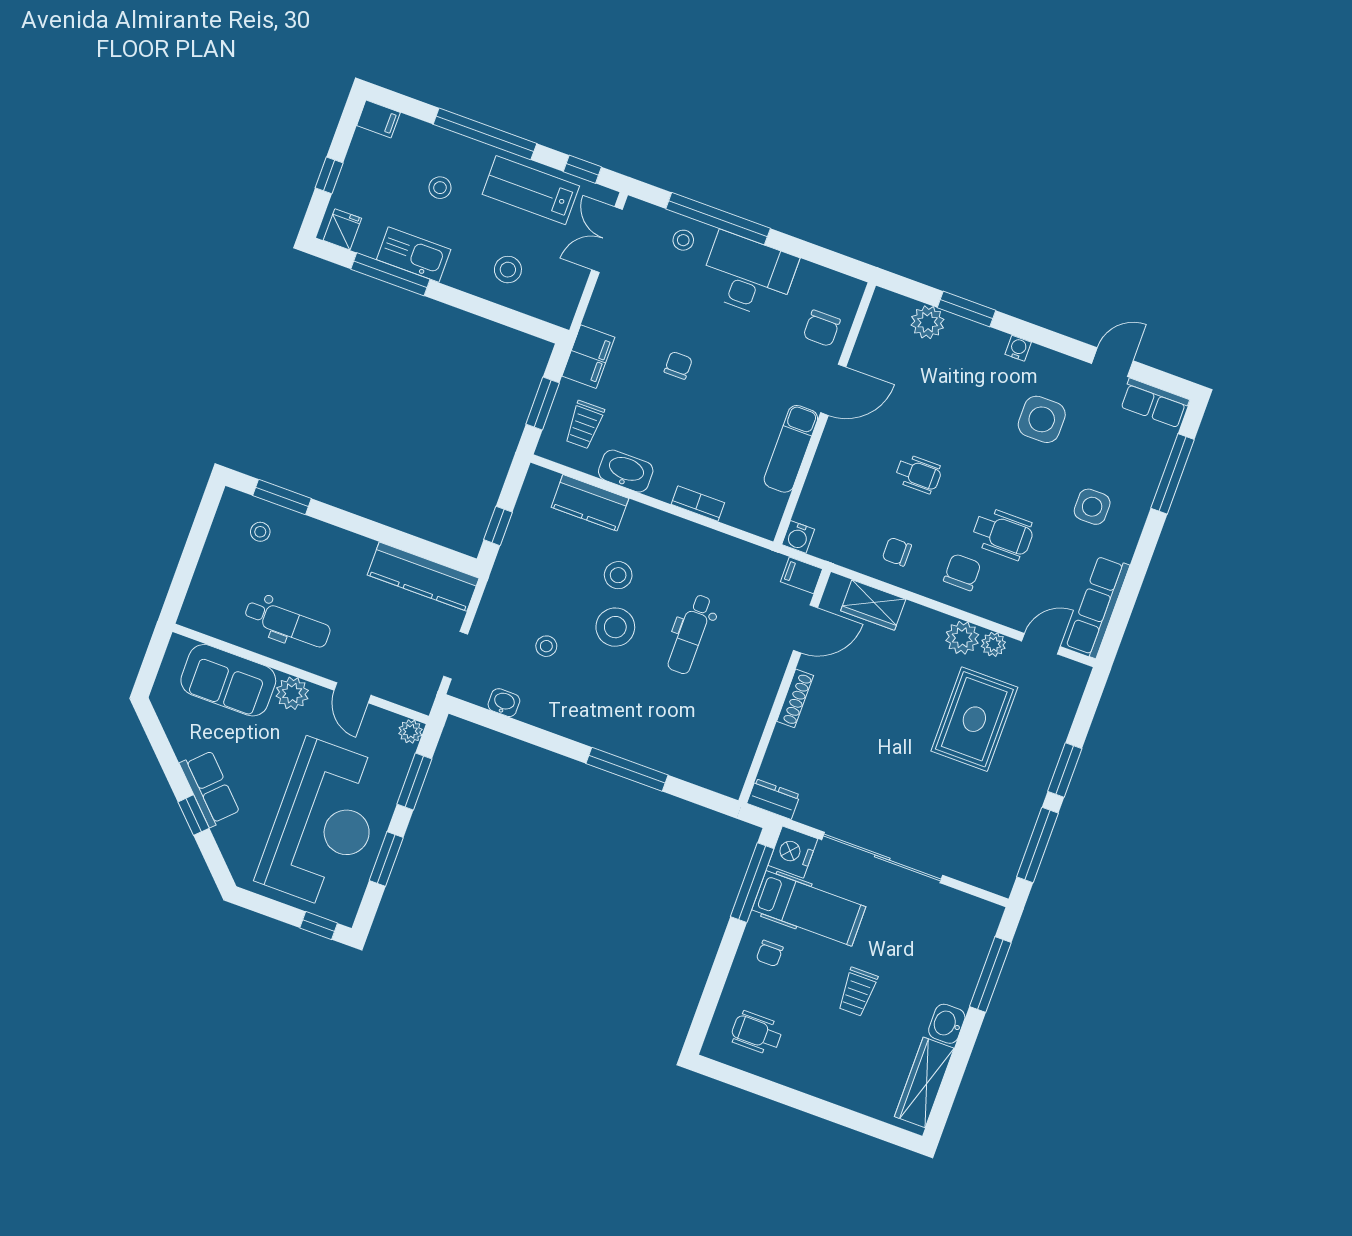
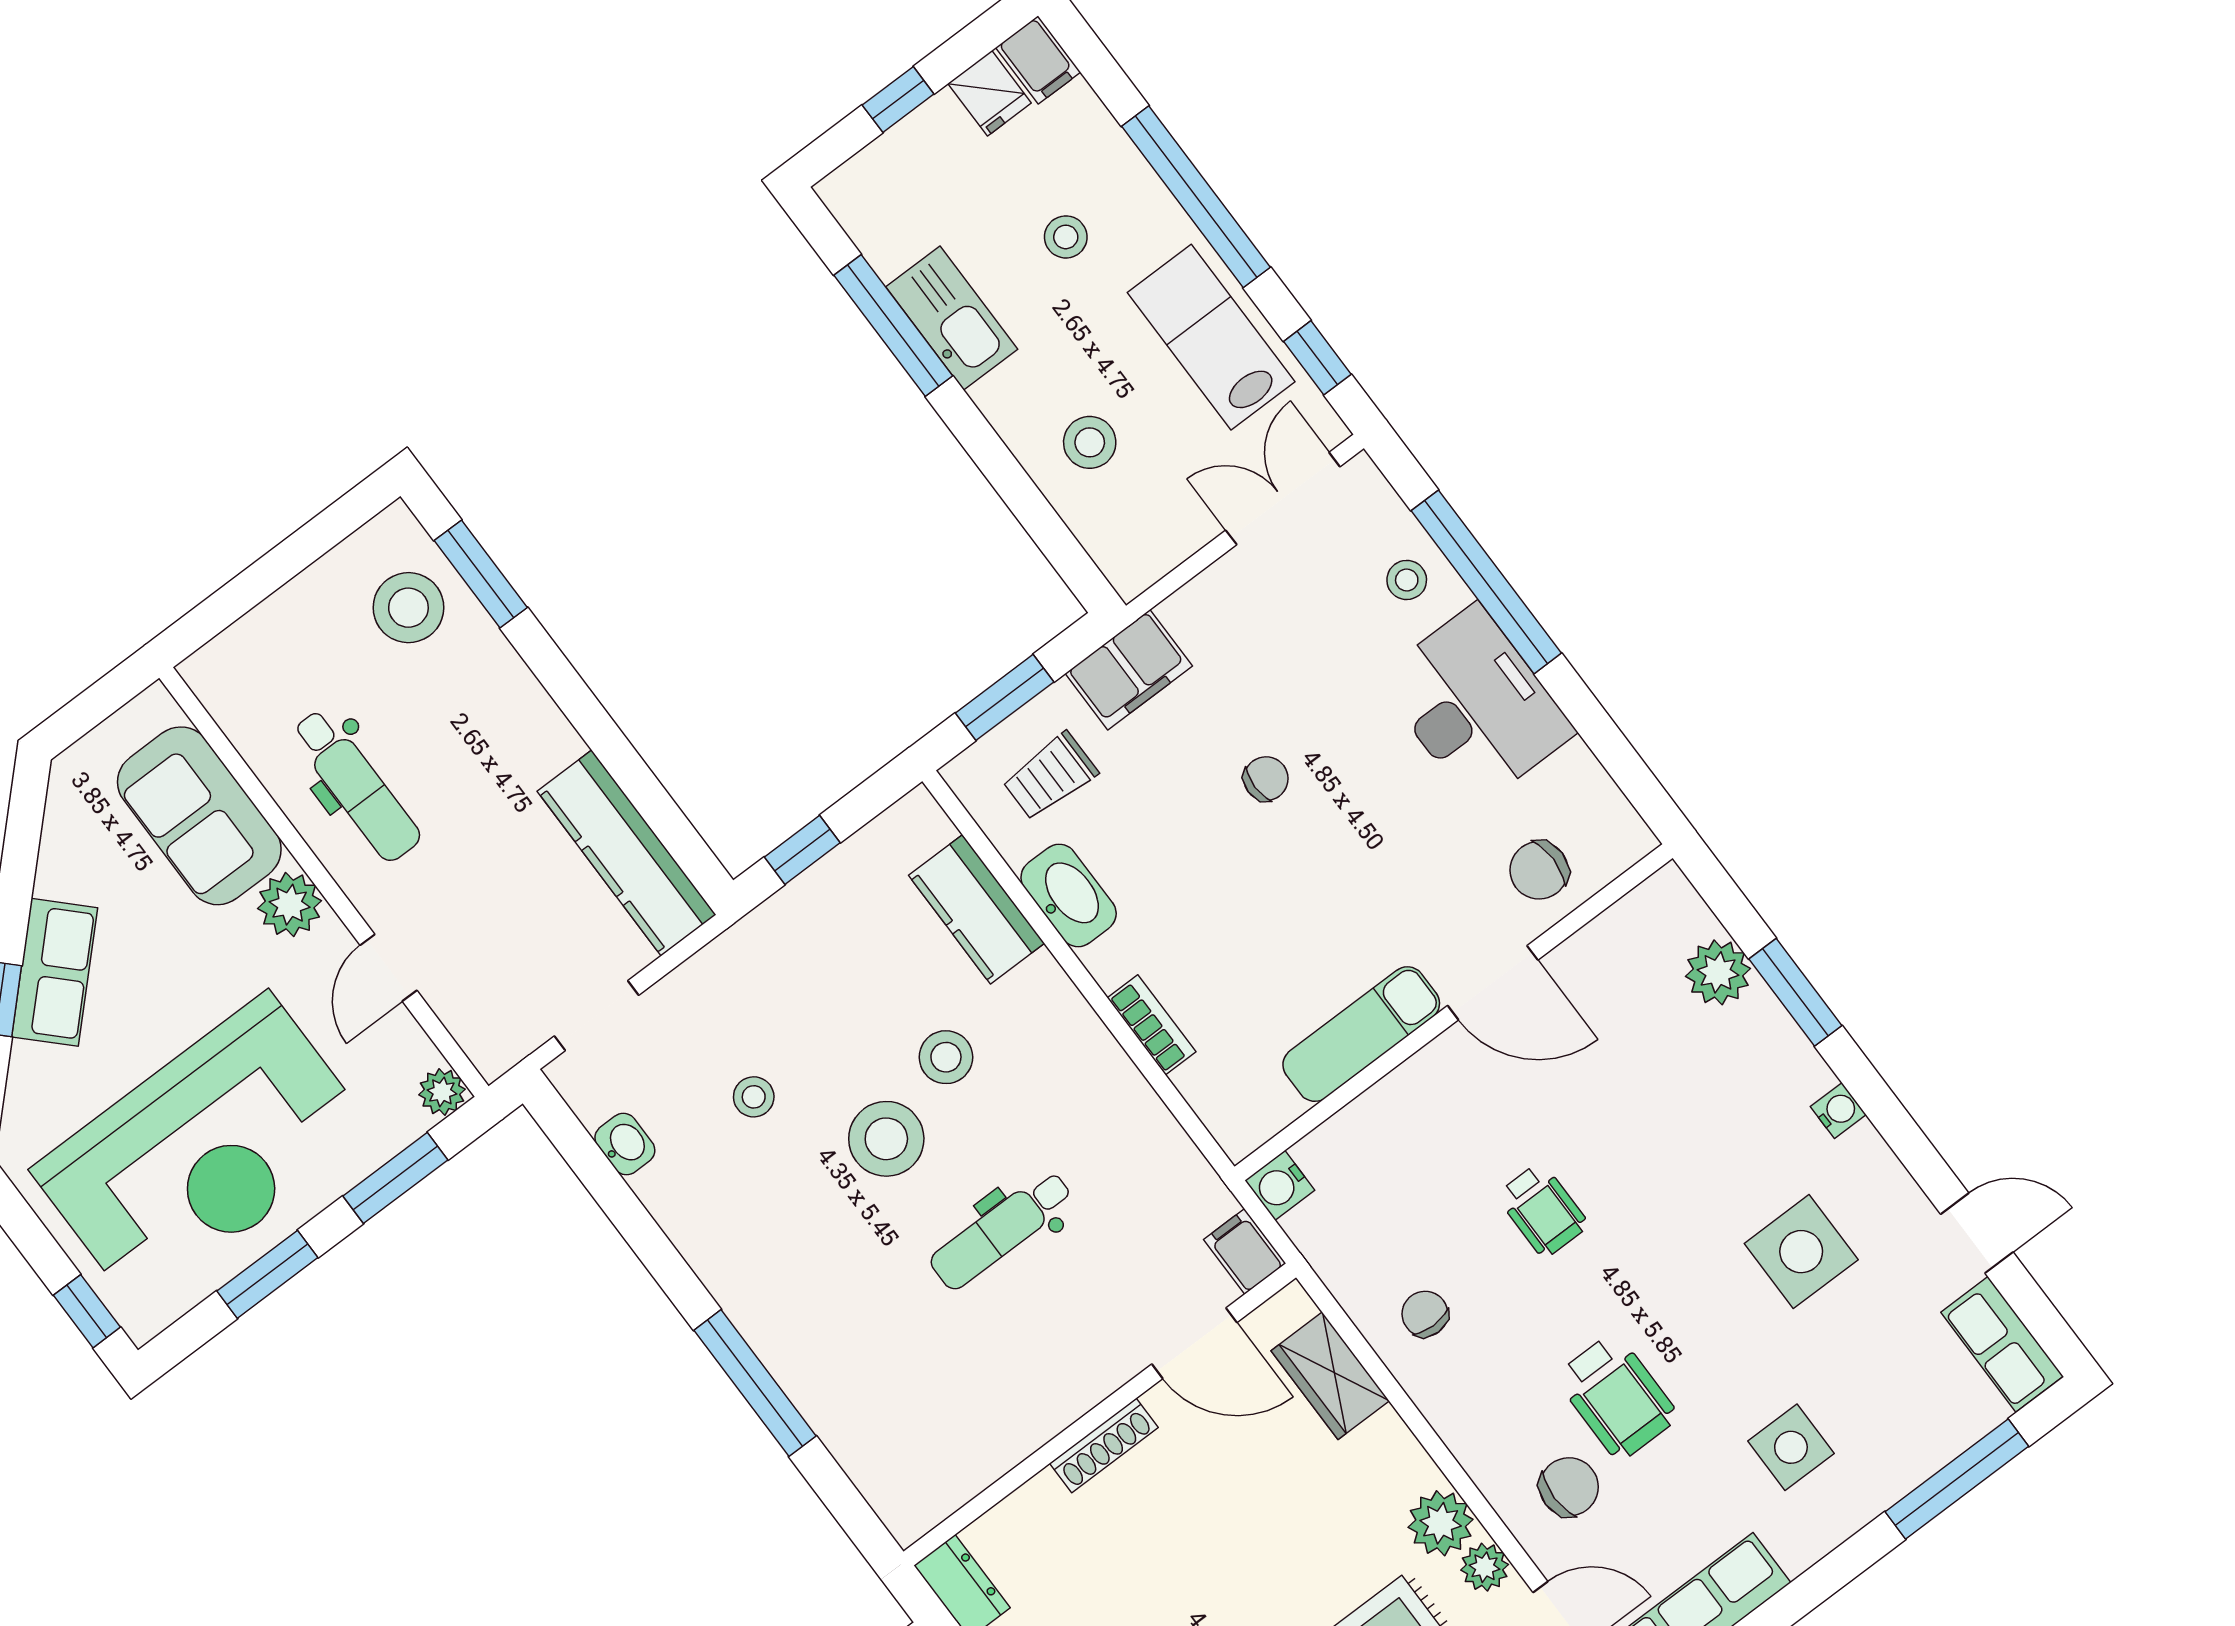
fridge: (342, 229) -> (990, 93), moved, turned 90
stool: (260, 532) -> (408, 608), width x1.89, depth x1.89
chair: (962, 572) -> (1569, 1487), moved

